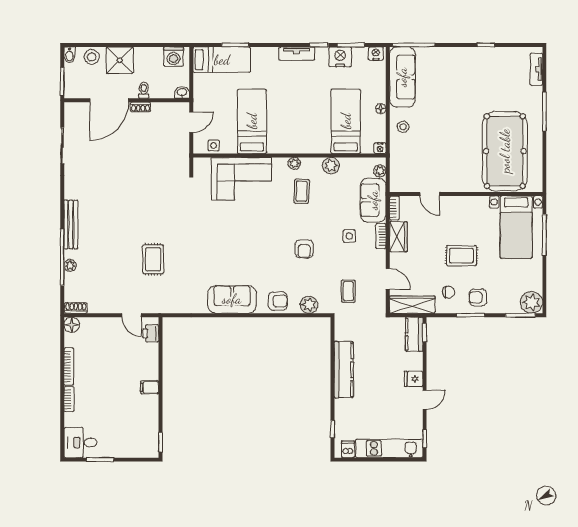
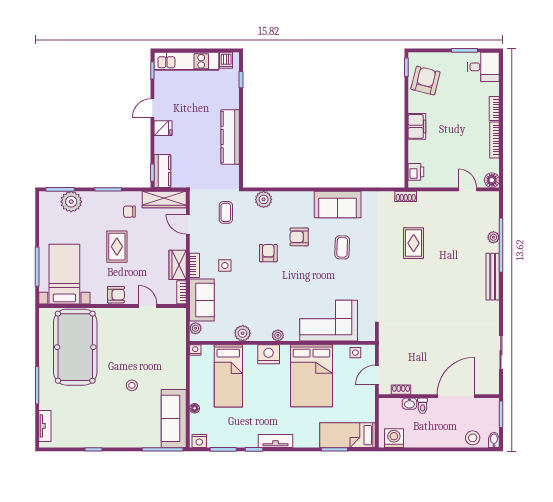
nightstand: (340, 57) -> (269, 354), moved, turned 180
shower: (120, 60) -> (446, 435), removed
washbasin: (182, 92) -> (409, 404), moved
shoe rack: (141, 107) -> (401, 390), moved
floor lamp: (381, 109) -> (195, 408), moved
bed: (252, 121) -> (311, 376), width x1.50
stool: (403, 127) -> (132, 385), moved
coffee table: (302, 191) -> (342, 247), moved
rug: (461, 256) -> (117, 247), turned 90
armchair: (478, 297) -> (116, 295), moved
armchair: (278, 301) -> (299, 237), moved
plant: (532, 302) -> (71, 202), moved
shoe rack: (76, 308) -> (406, 196), moved
door: (132, 315) -> (467, 189), moved
filing cabinet: (150, 387) -> (417, 126), width x2.00
armchair: (141, 428) -> (425, 81), added

